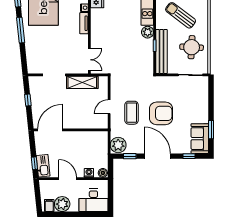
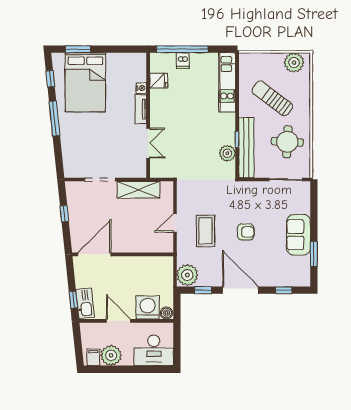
plant: (148, 32) -> (227, 153), moved
double door: (89, 60) -> (148, 143), moved
armchair: (161, 113) -> (246, 232), width x0.53, depth x0.53
sofa: (200, 139) -> (299, 235), moved
washing machine: (89, 173) -> (148, 307), width x1.89, depth x1.89

